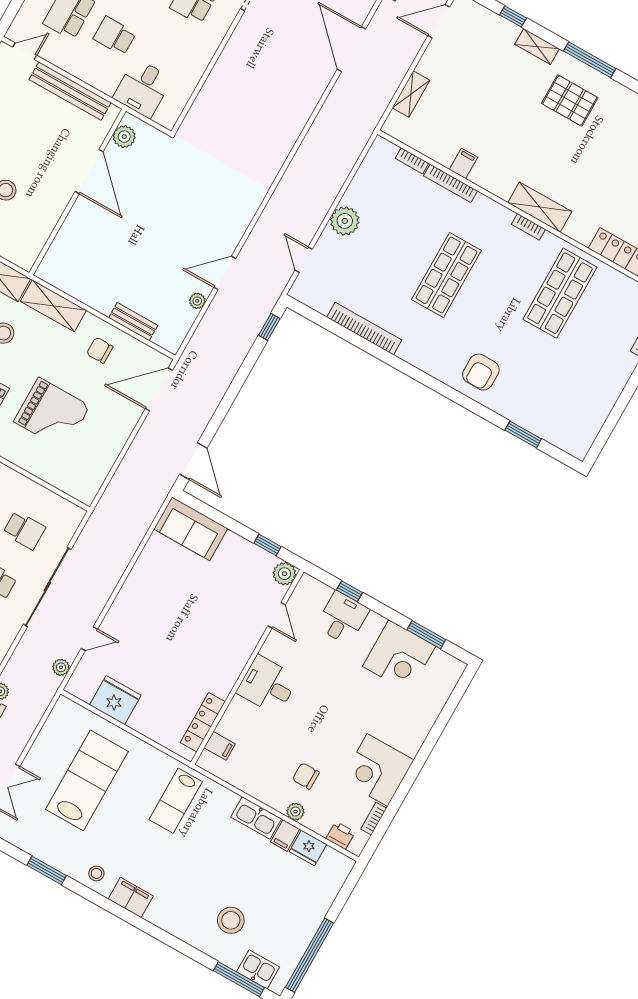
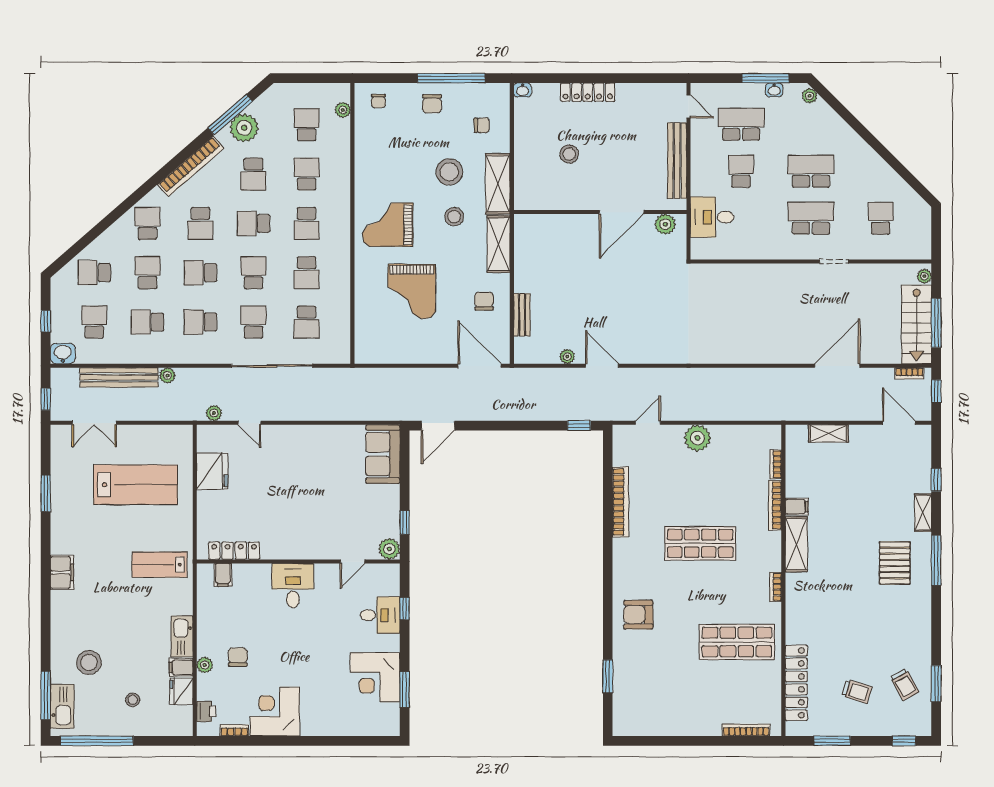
shelving: (540, 207) -> (796, 544), moved
stool: (96, 873) -> (133, 700), moved
kitchen sink: (258, 969) -> (62, 706), width x1.38

